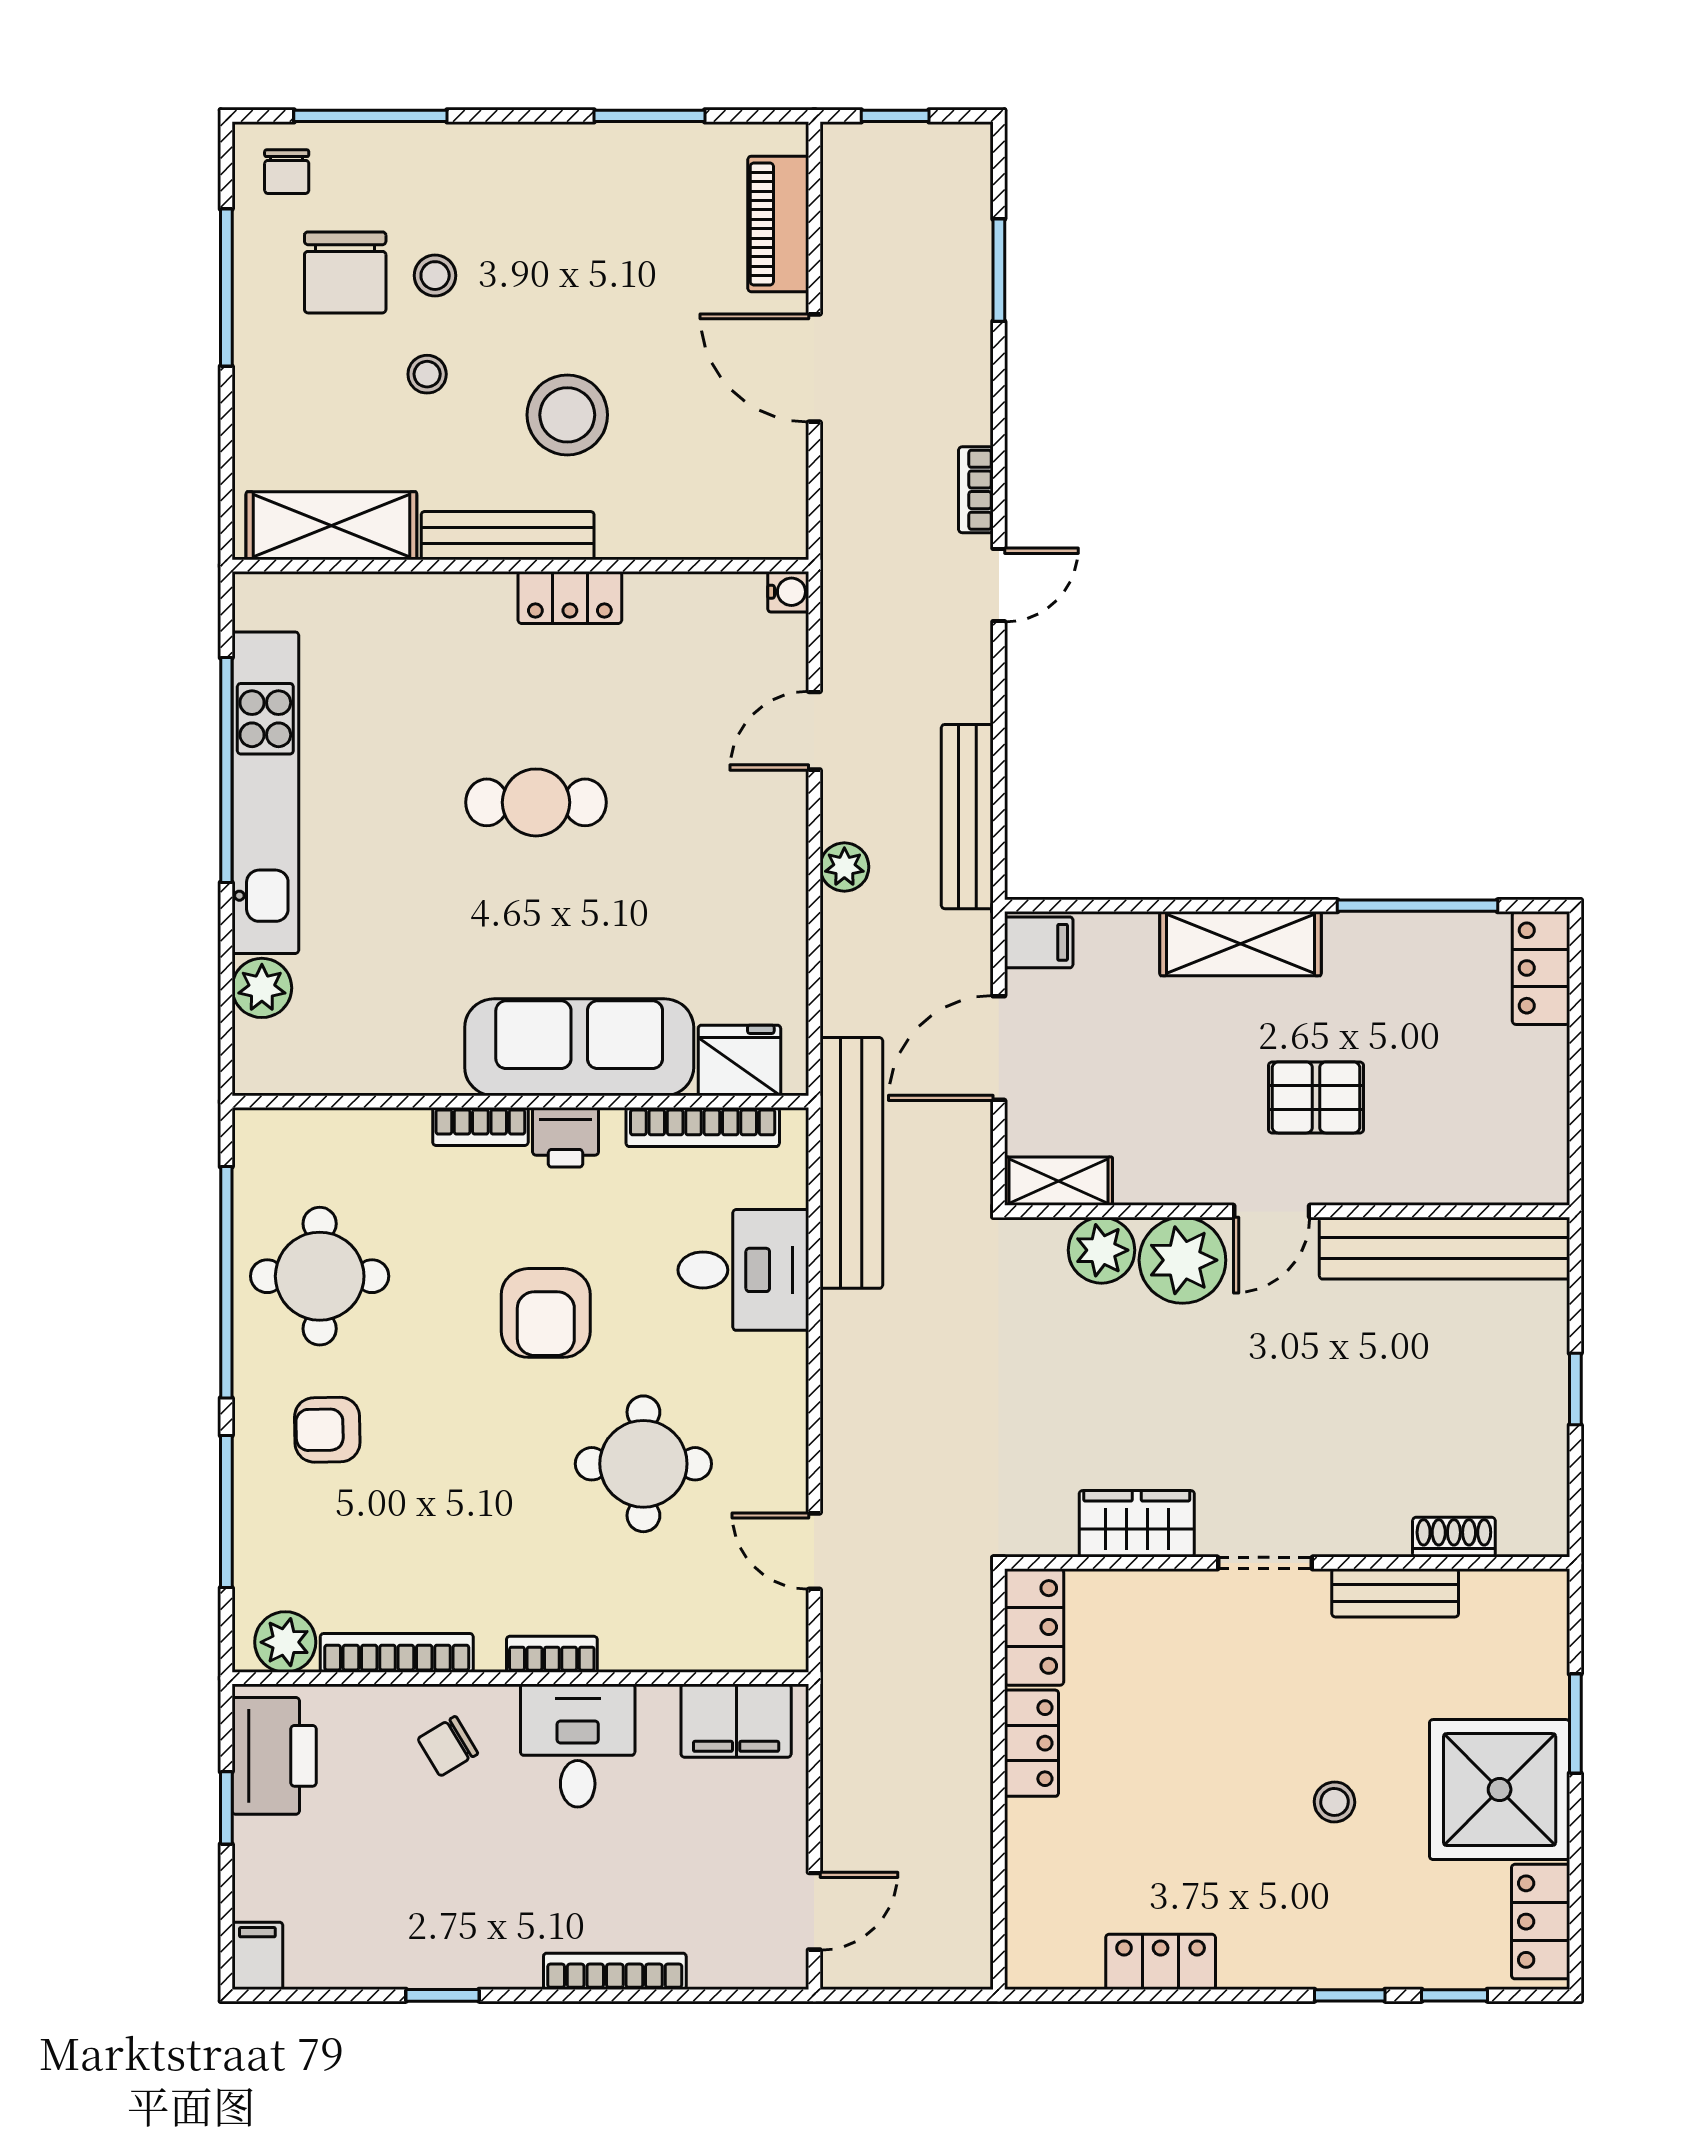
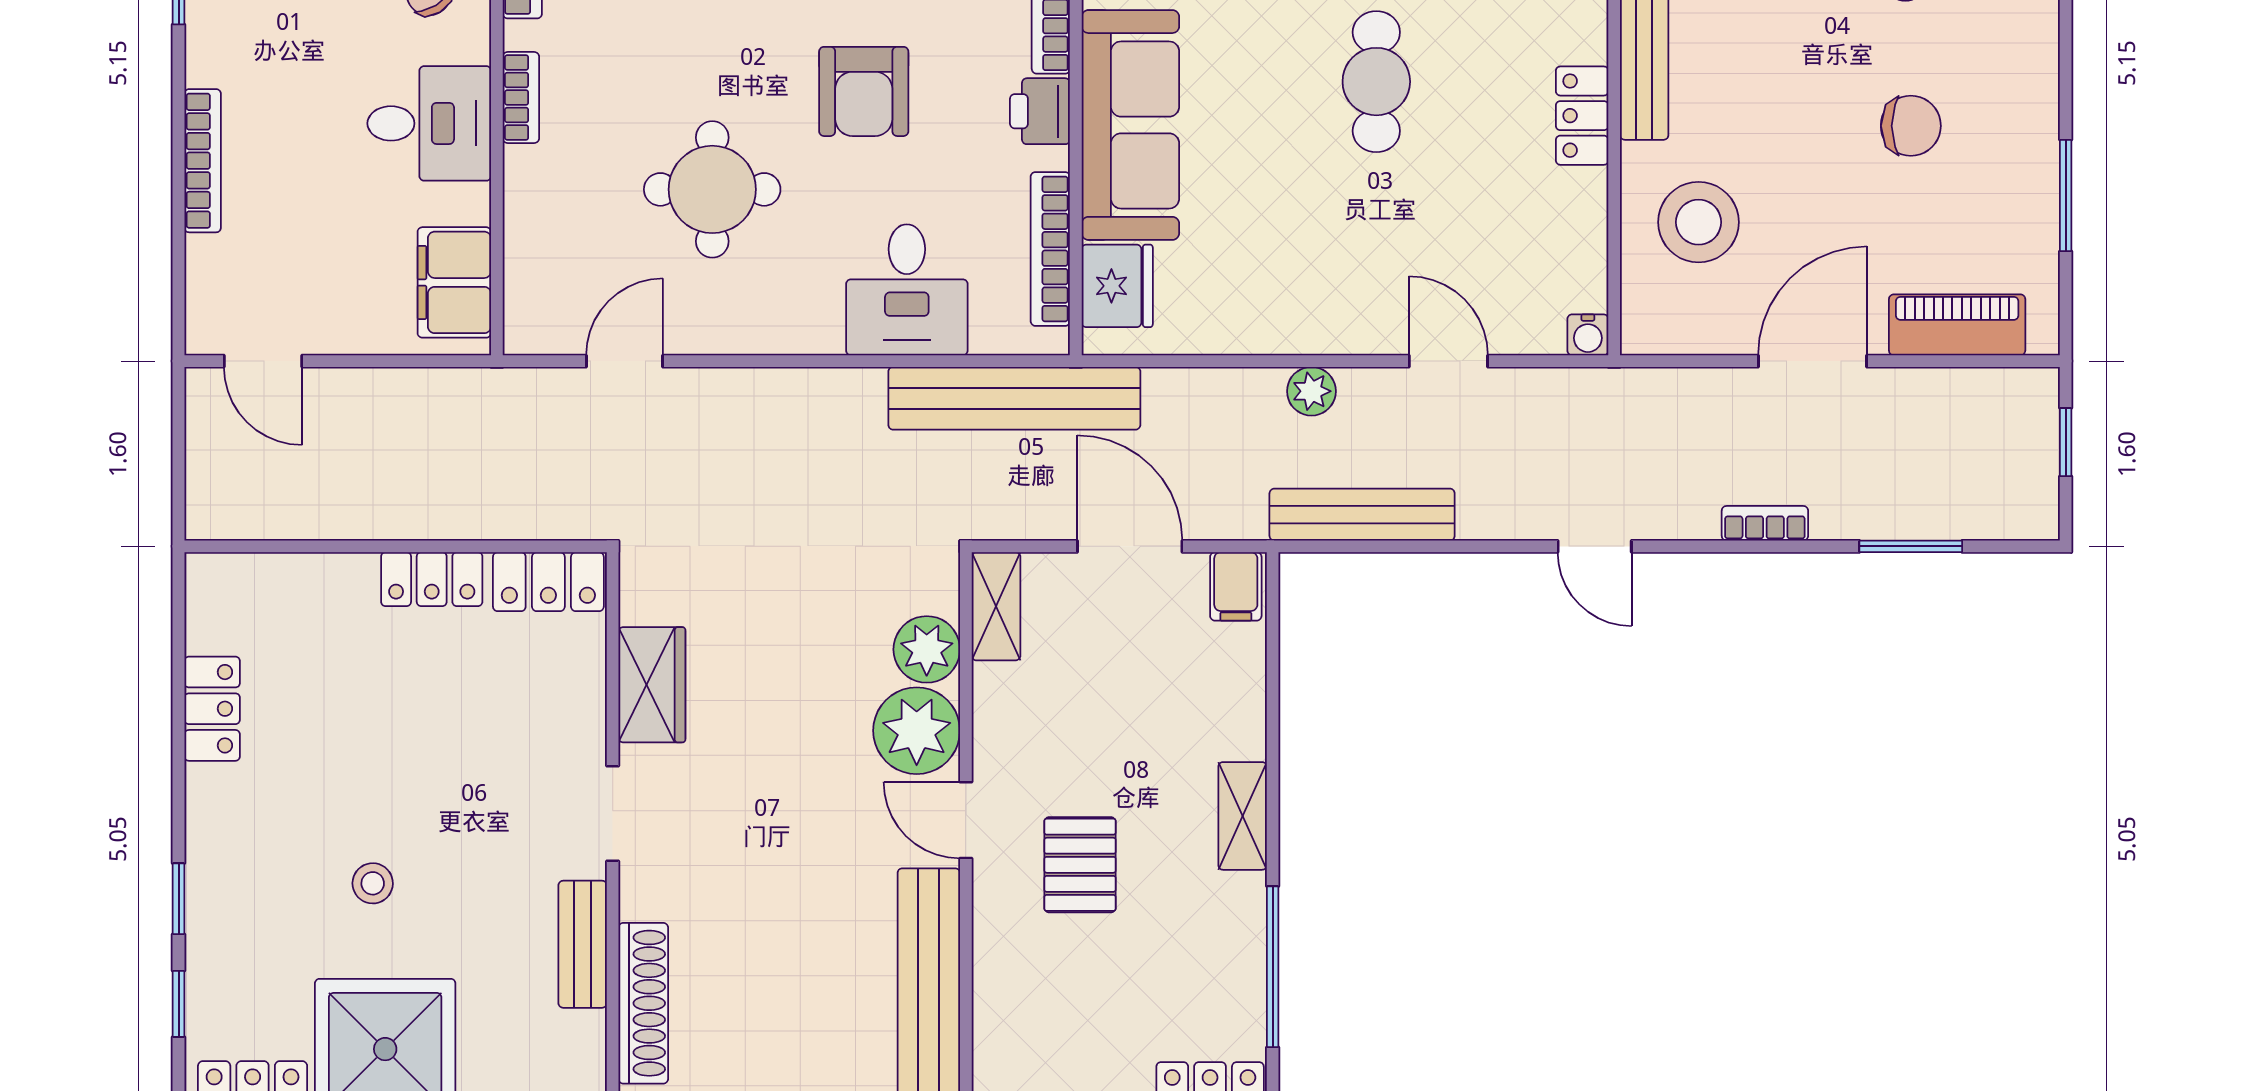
chair: (580, 270) -> (1911, 126), added
stool: (567, 415) -> (1699, 222), moved
bookcase: (976, 490) -> (1765, 523), moved
shelving: (1240, 944) -> (1243, 816), width x0.67, depth x0.75
armchair: (546, 1313) -> (864, 91), turned -90
shoe rack: (1454, 1537) -> (643, 1003), width x1.94, depth x1.24

